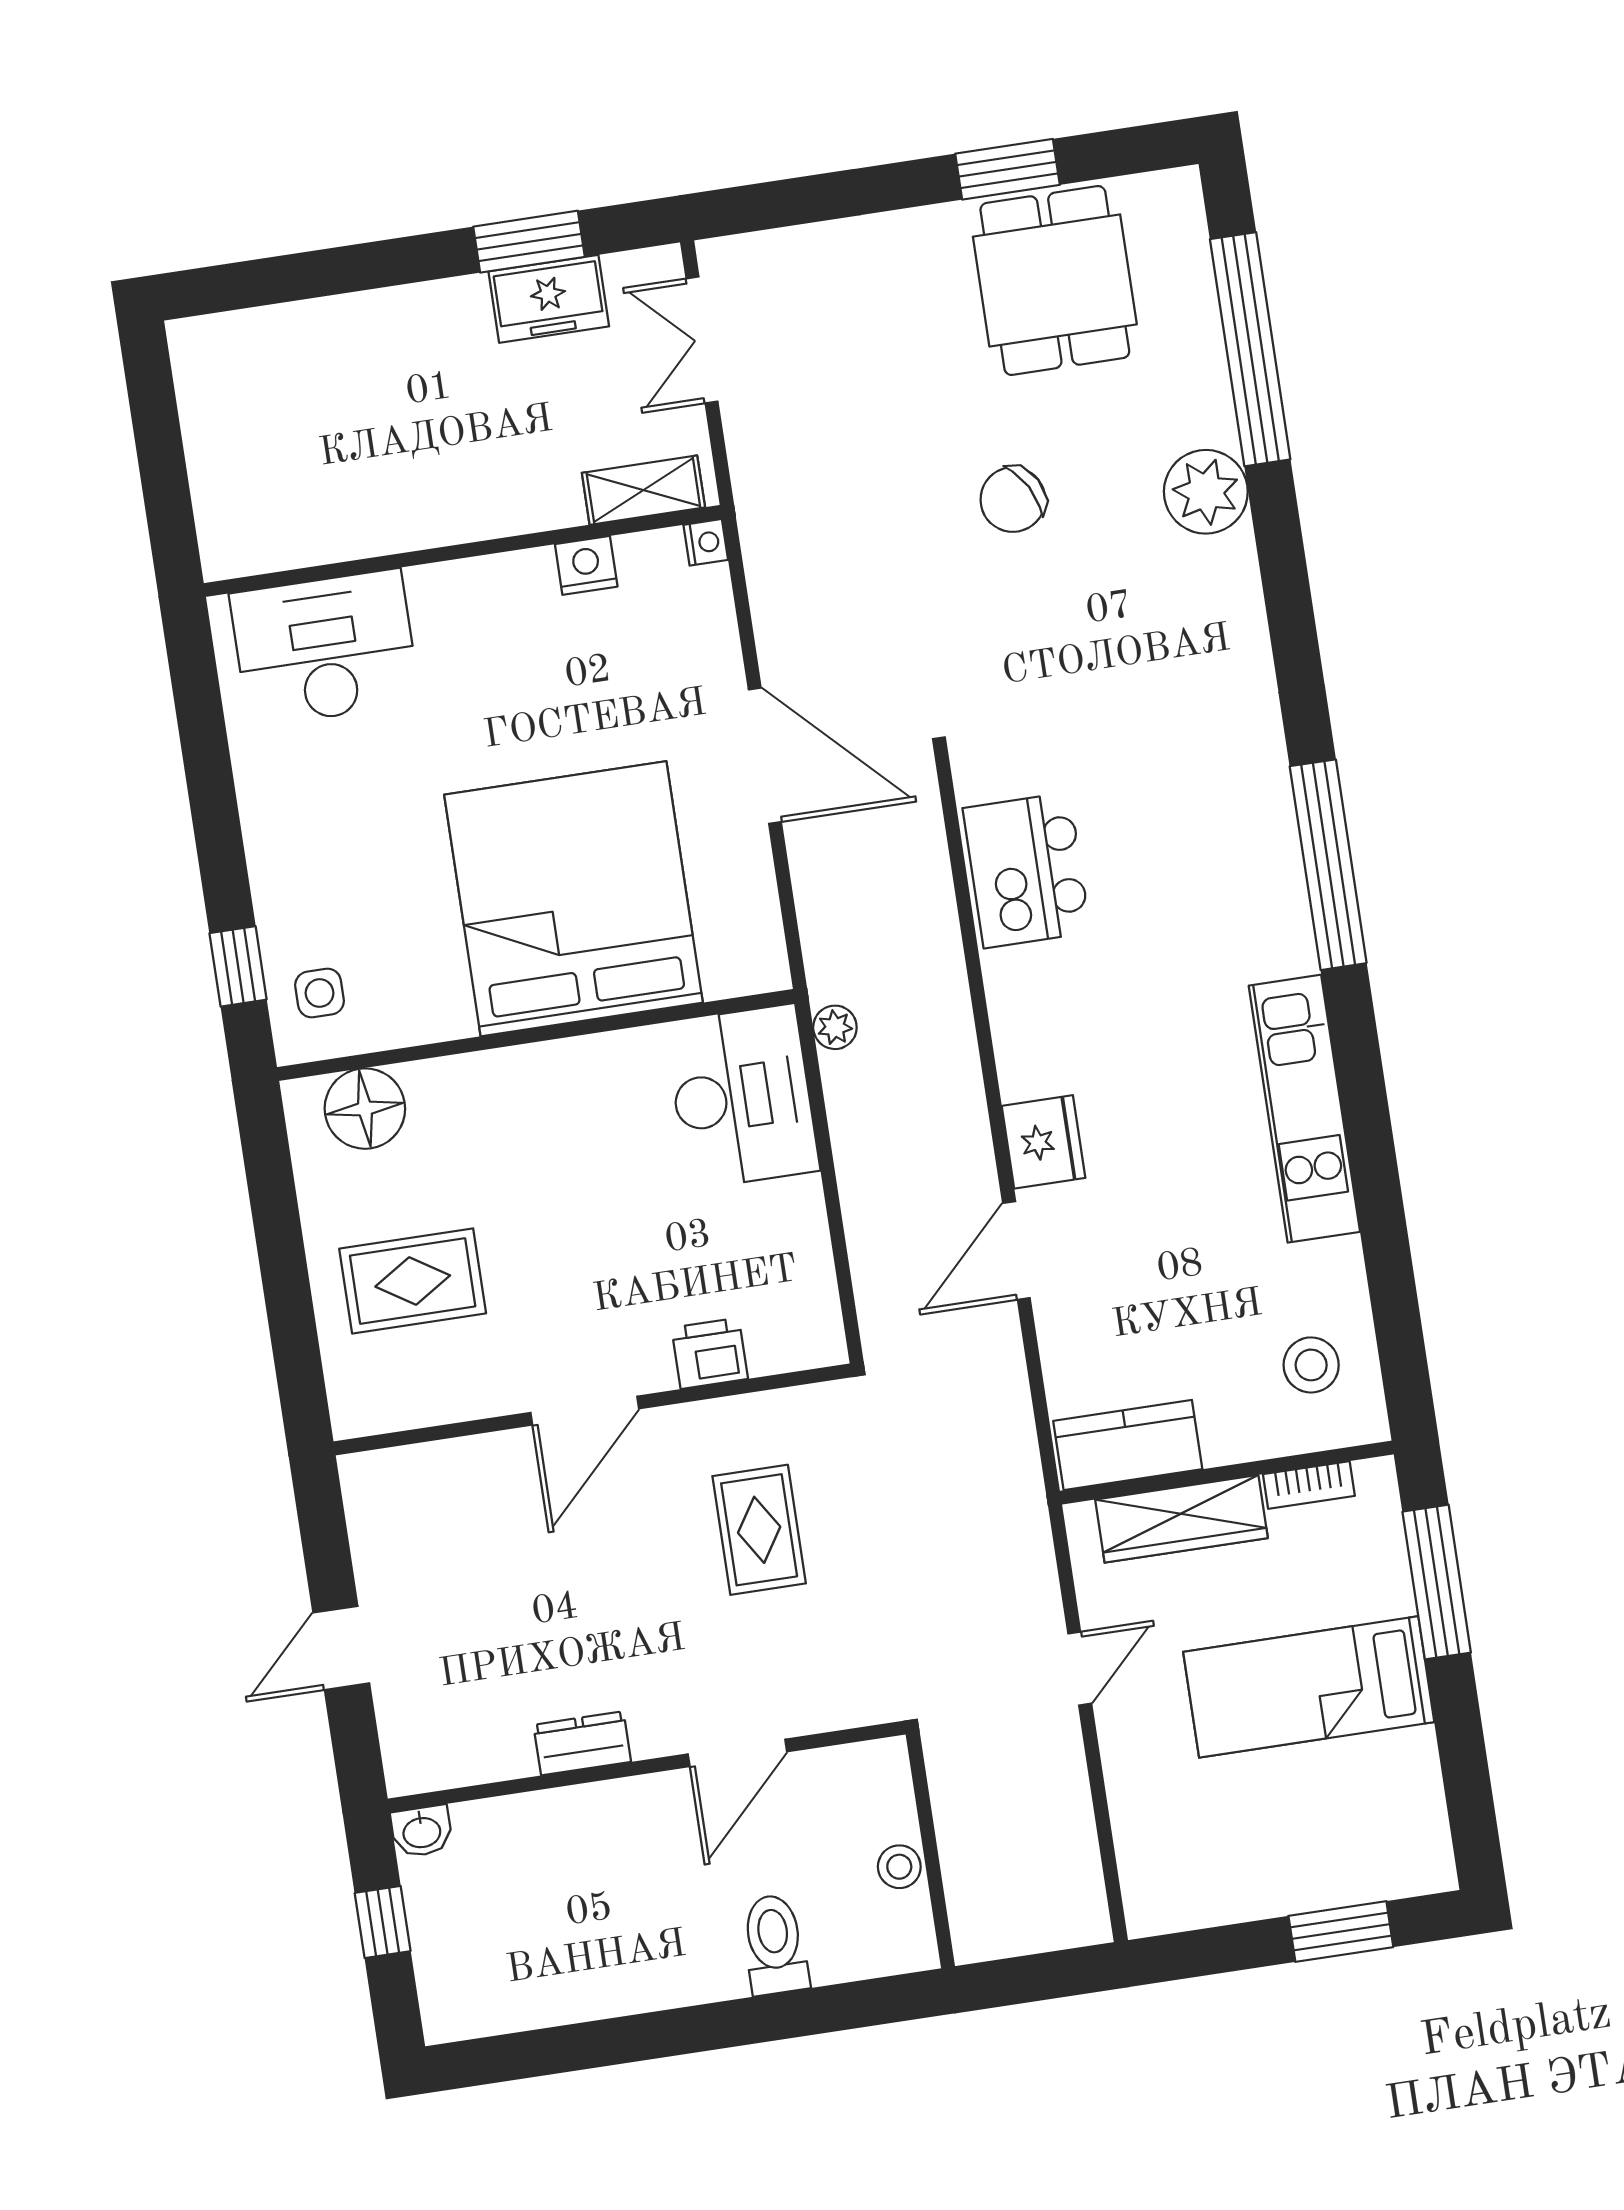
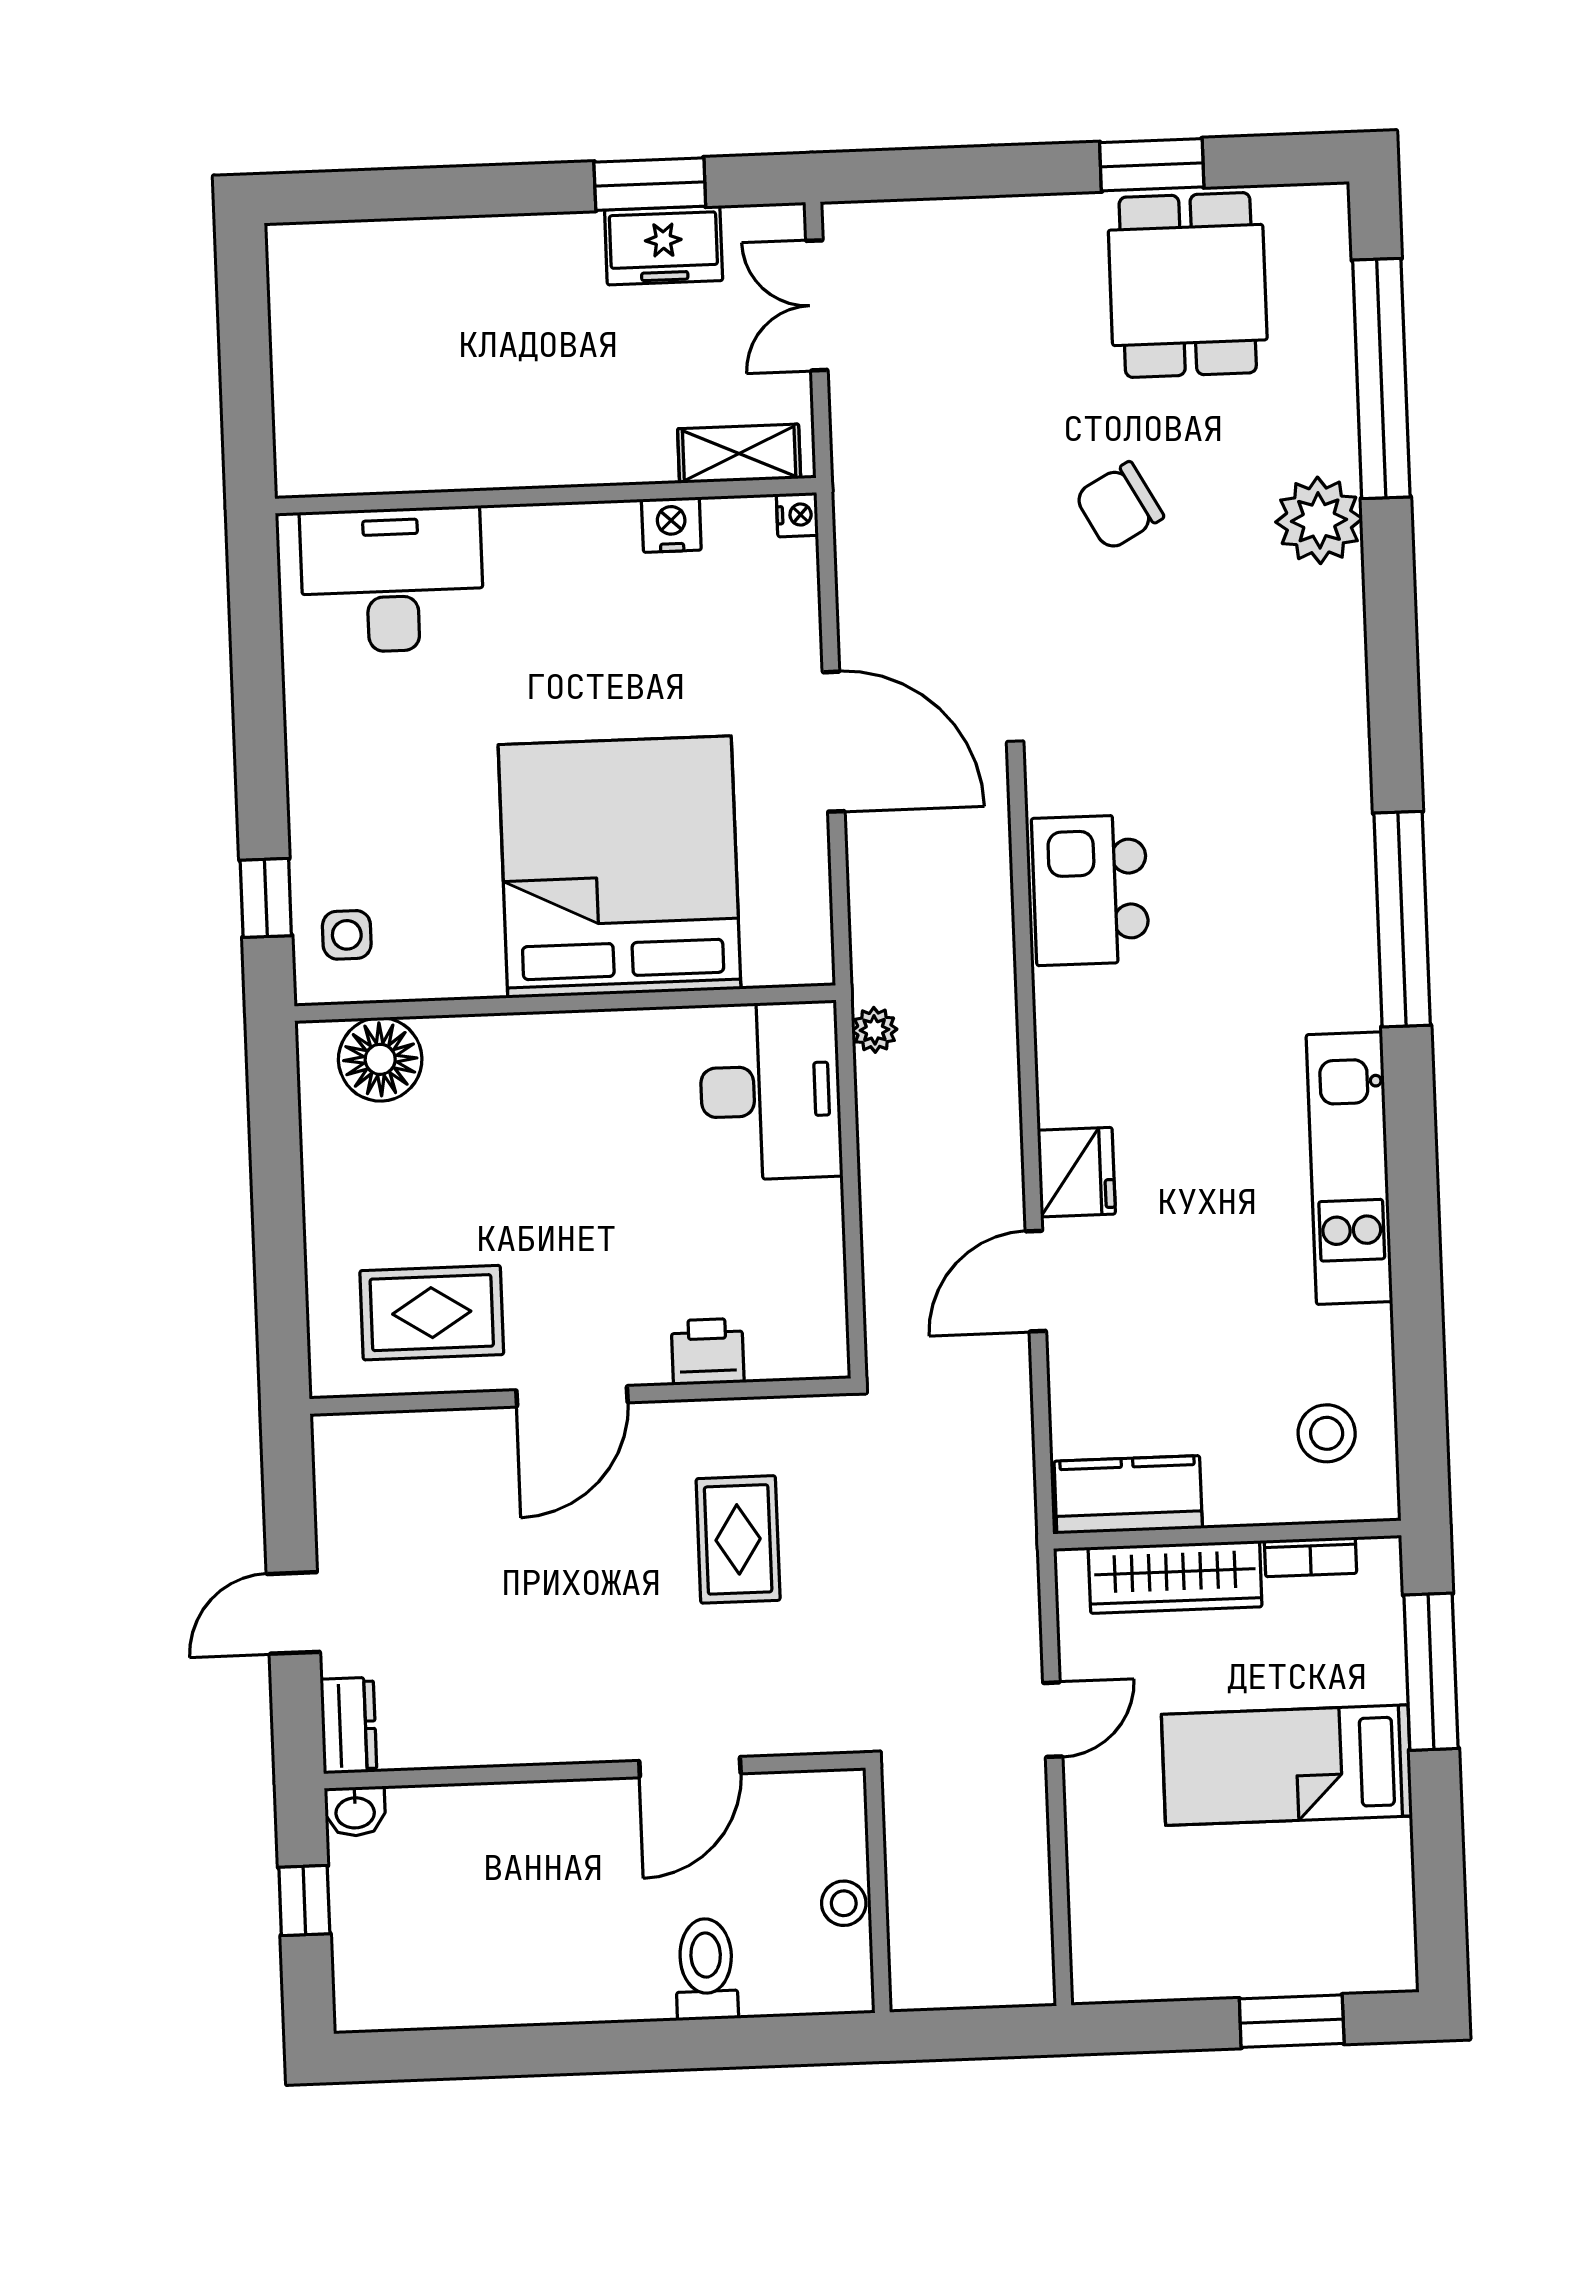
rug: (413, 1281) -> (432, 1313), moved
dresser: (582, 1743) -> (348, 1726), moved, turned 90

